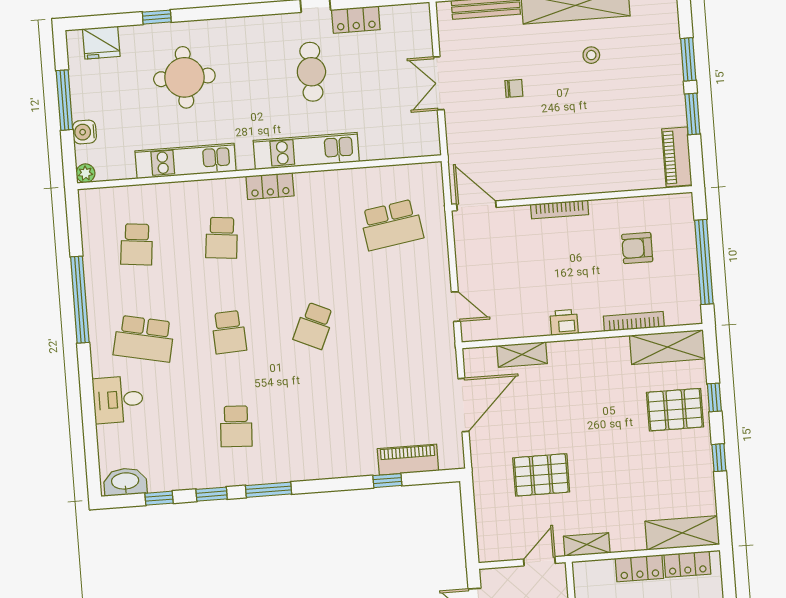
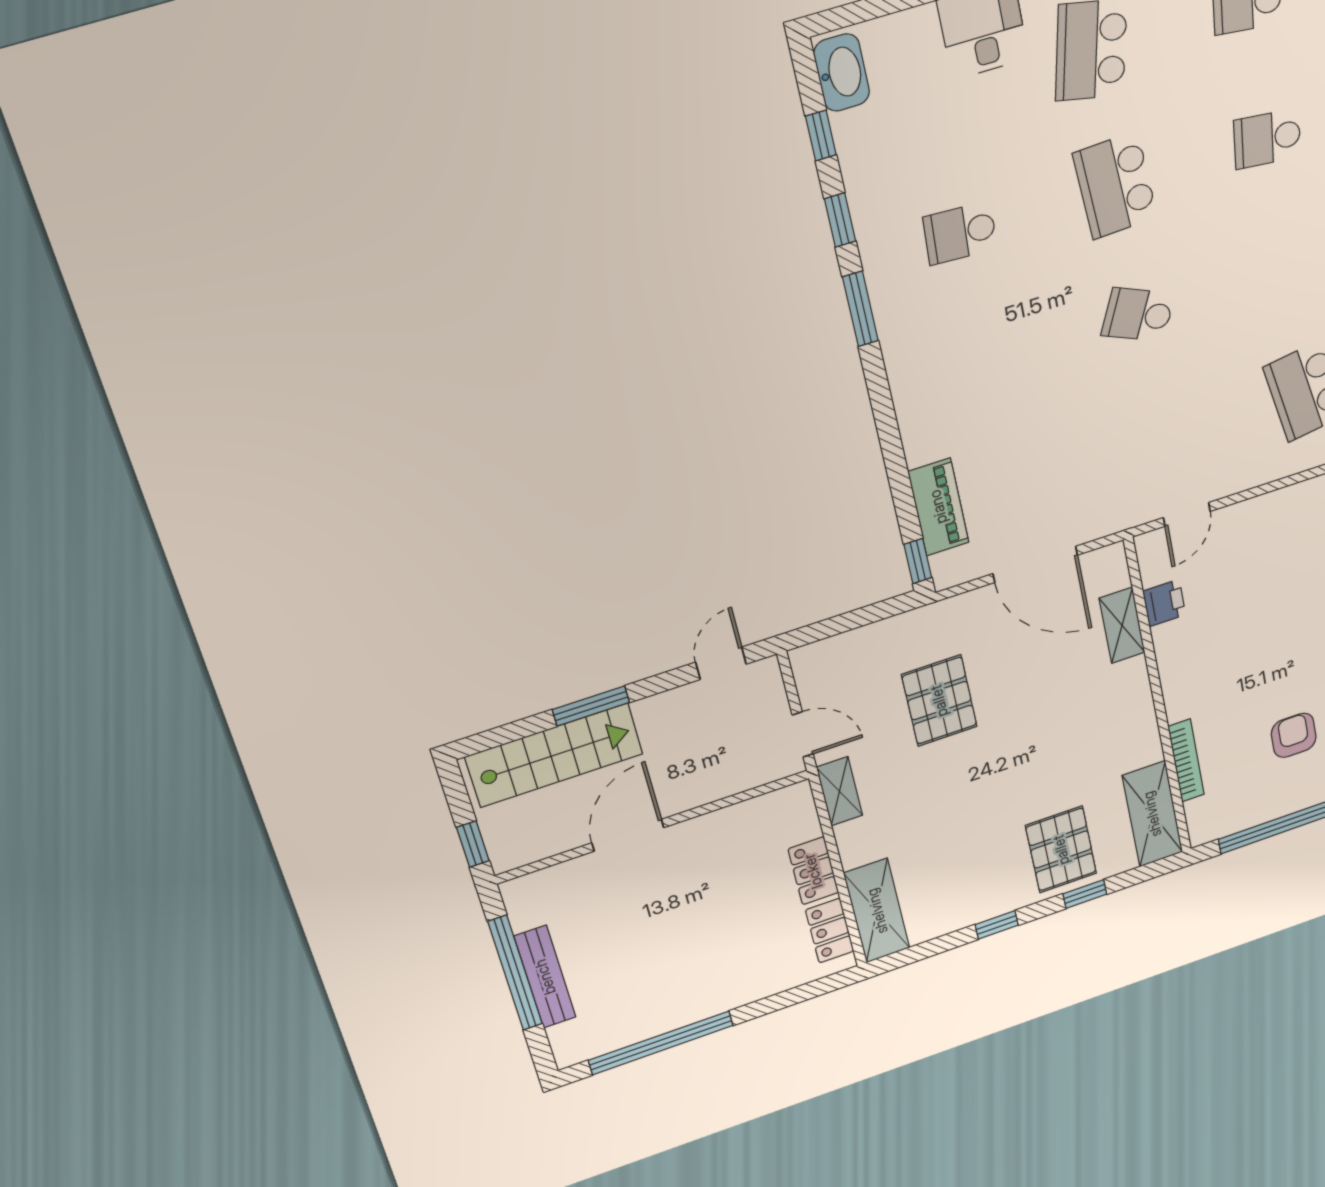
printer: (564, 322) -> (1164, 603), moved
school desk: (229, 332) -> (1115, 185), width x1.85
window: (387, 481) -> (918, 561), moved

